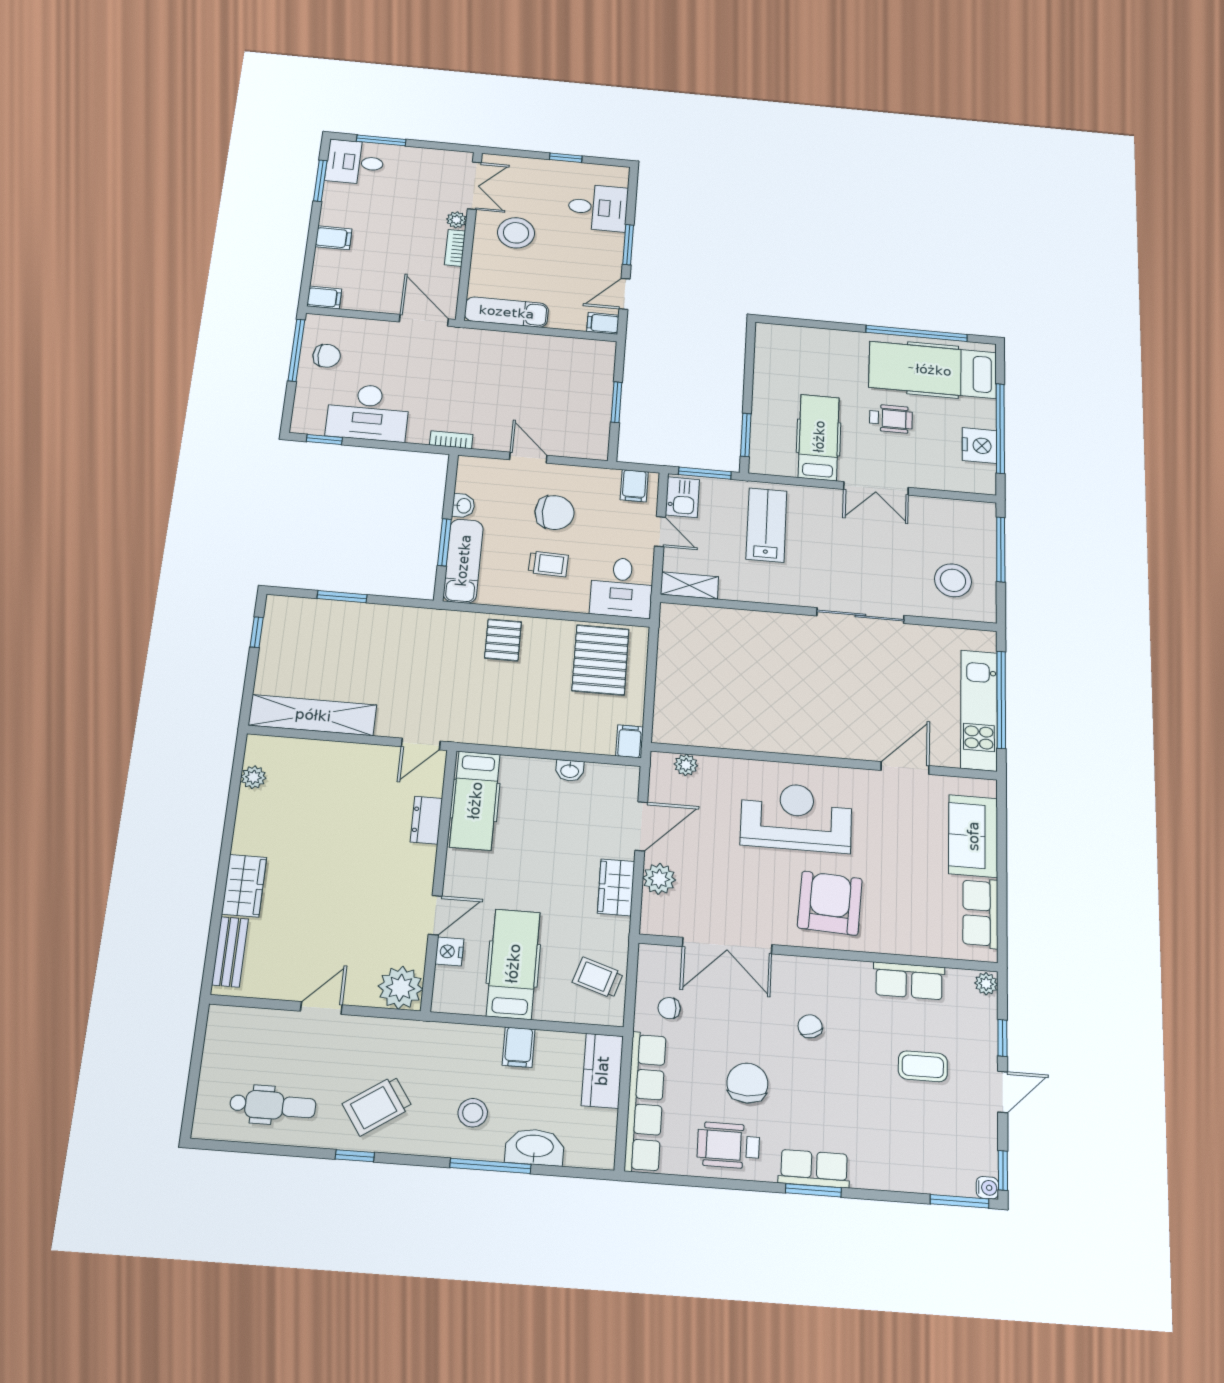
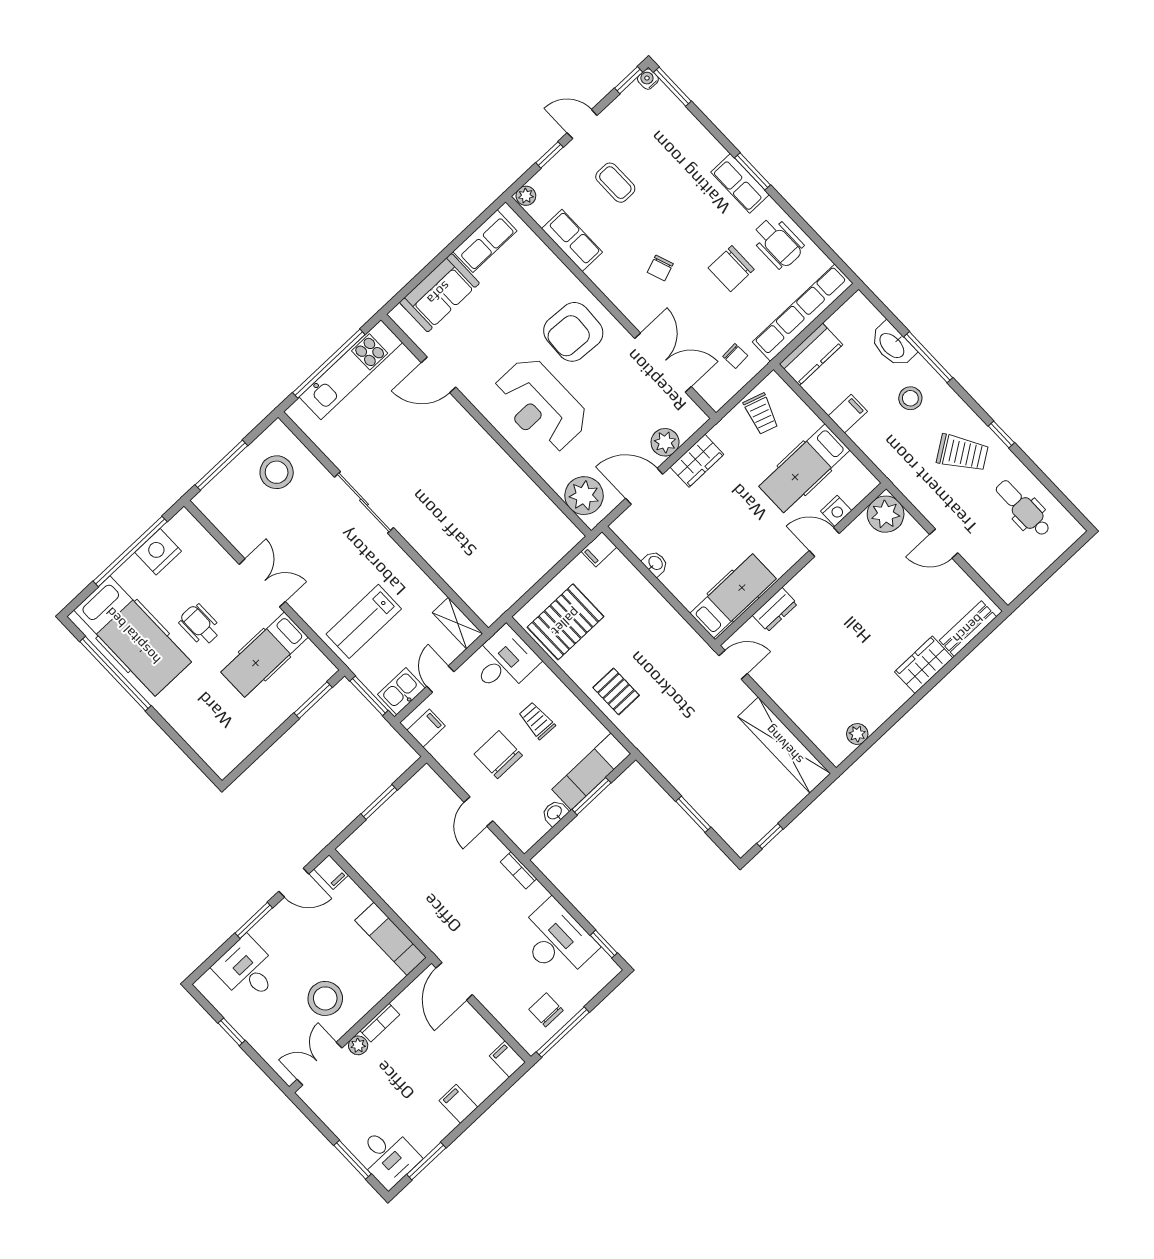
pallet: (503, 640) -> (616, 691), turned 90
plant: (686, 765) -> (584, 496), width x1.88, depth x1.88

